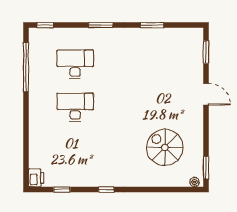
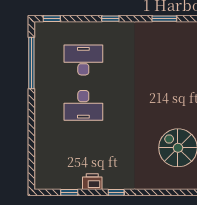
window: (101, 25) -> (110, 19), width x0.67
desk: (75, 107) -> (83, 105), turned 180
printer: (36, 178) -> (92, 182), moved, turned -90

